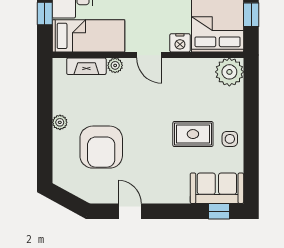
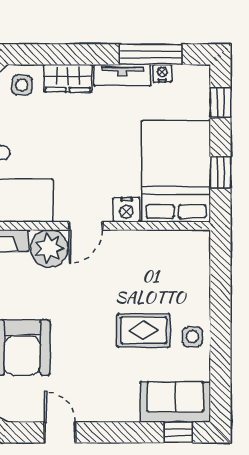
door: (149, 55) -> (86, 226), hinge flipped
plant: (115, 65) -> (49, 248), width x1.88, depth x1.88
plant: (229, 72) -> (192, 248), removed

